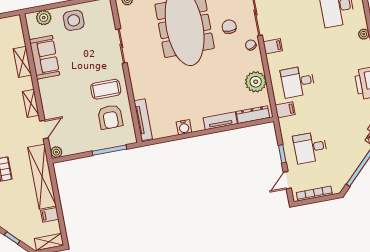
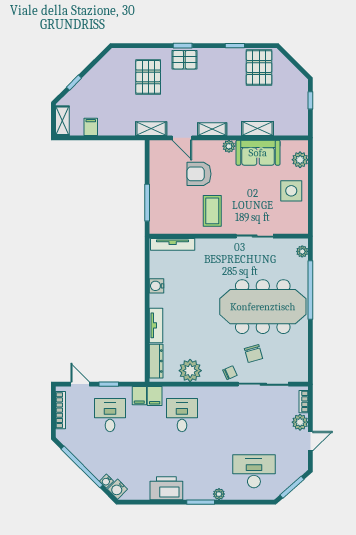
chair: (229, 27) -> (253, 354), turned 74
filing cabinet: (273, 46) -> (139, 396), moved
armchair: (110, 117) -> (199, 174), moved
plant: (56, 152) -> (229, 146), moved
shelving: (42, 177) -> (151, 129), width x0.45, depth x0.75

